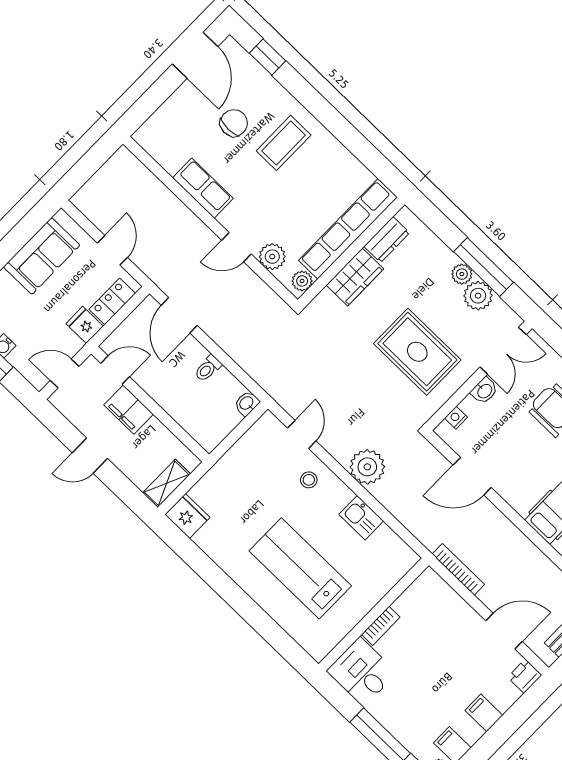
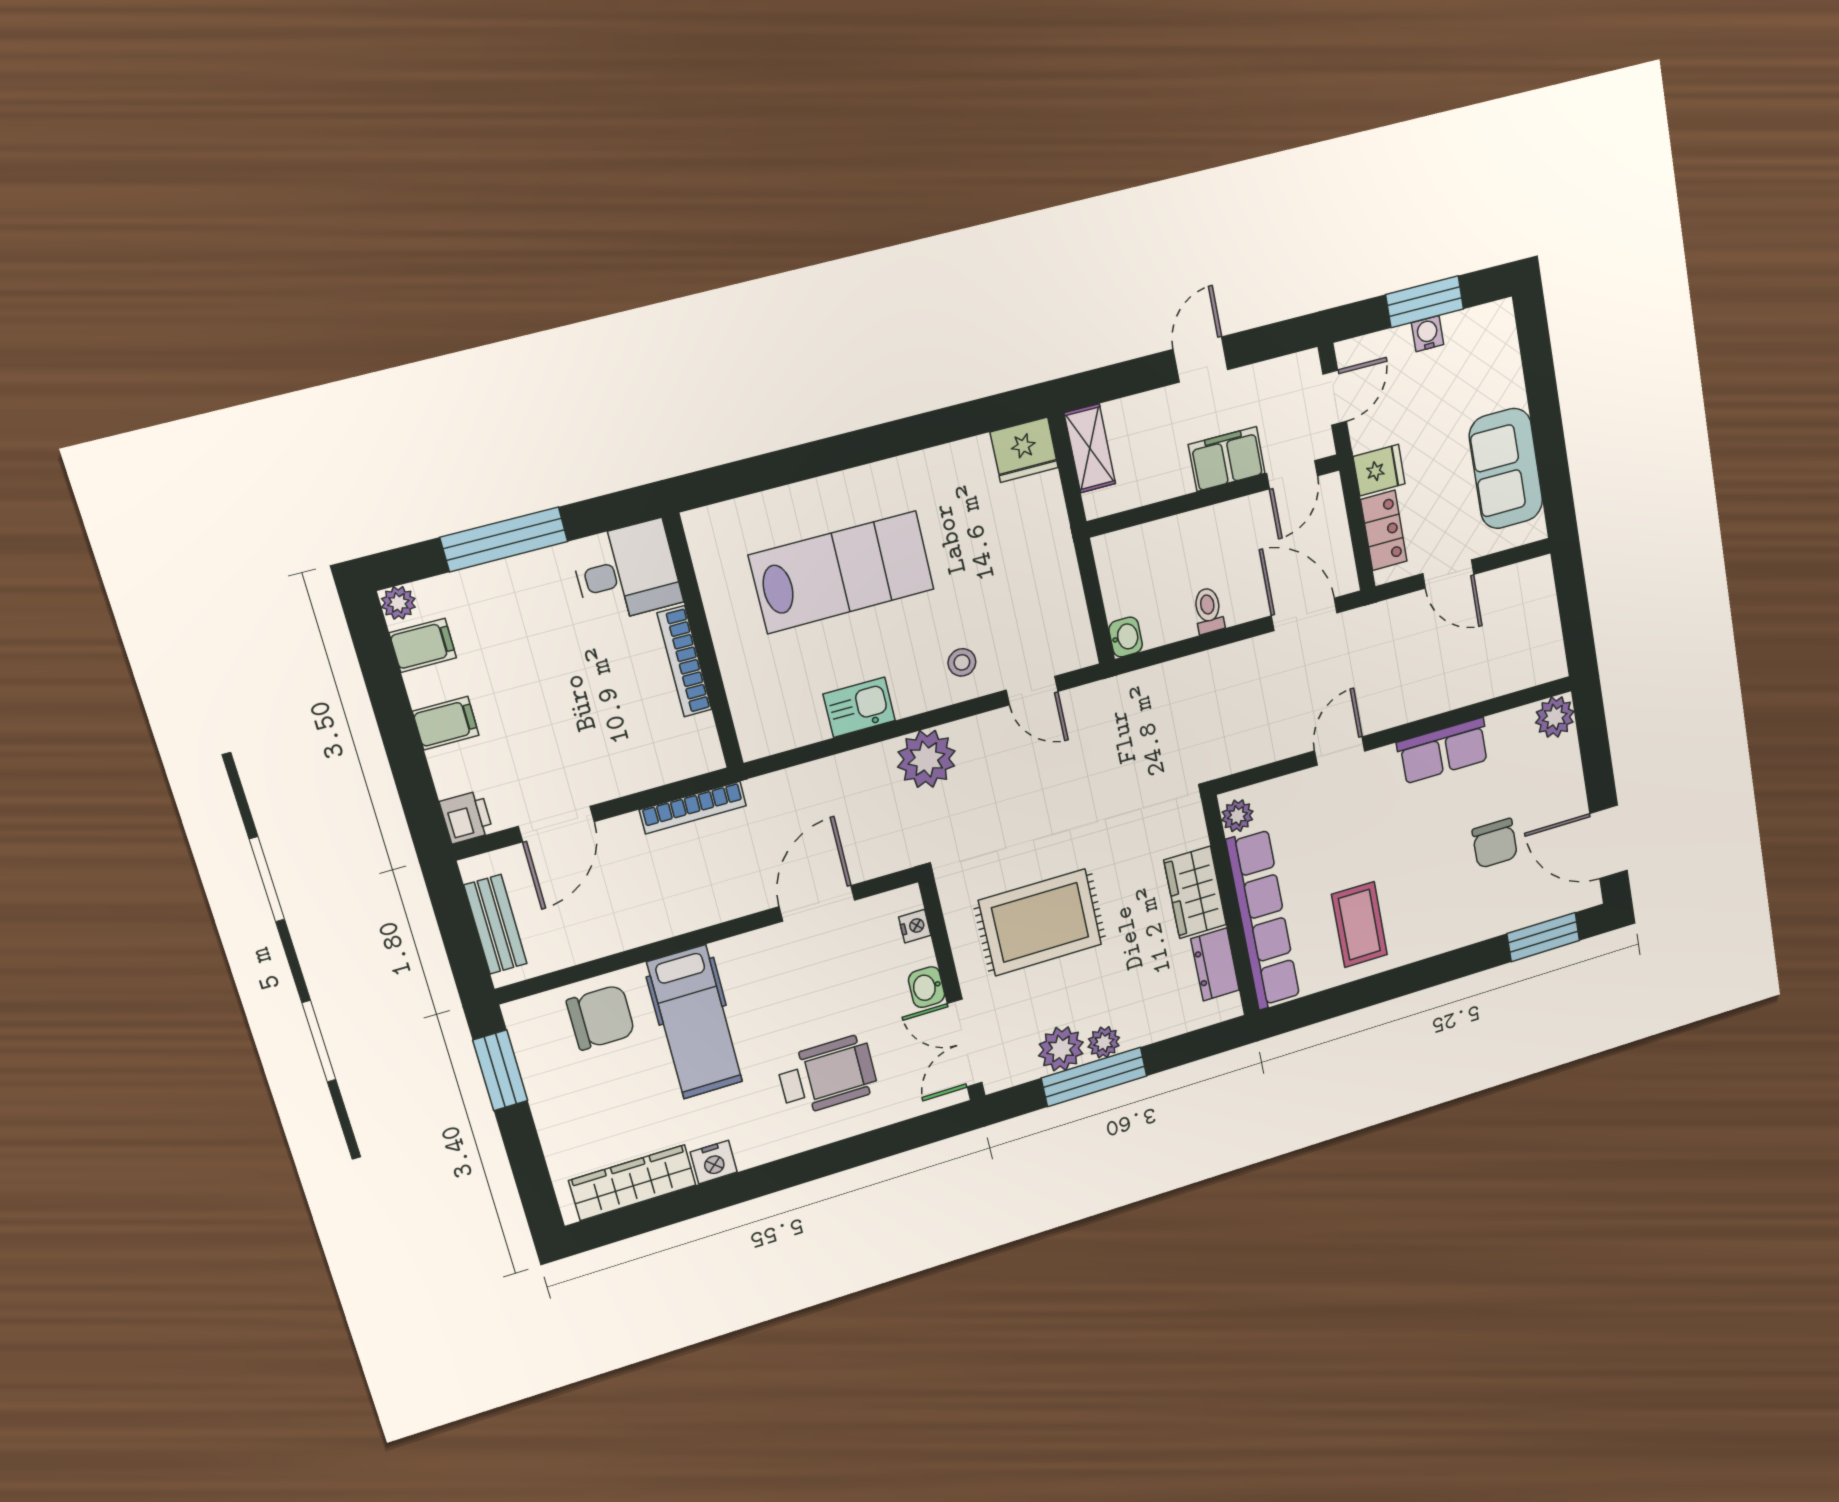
window: (267, 57) -> (1543, 937), width x1.50
coffee table: (284, 143) -> (1359, 925), moved
plant: (272, 257) -> (1555, 717), moved
bookcase: (381, 626) -> (685, 661), width x1.56

